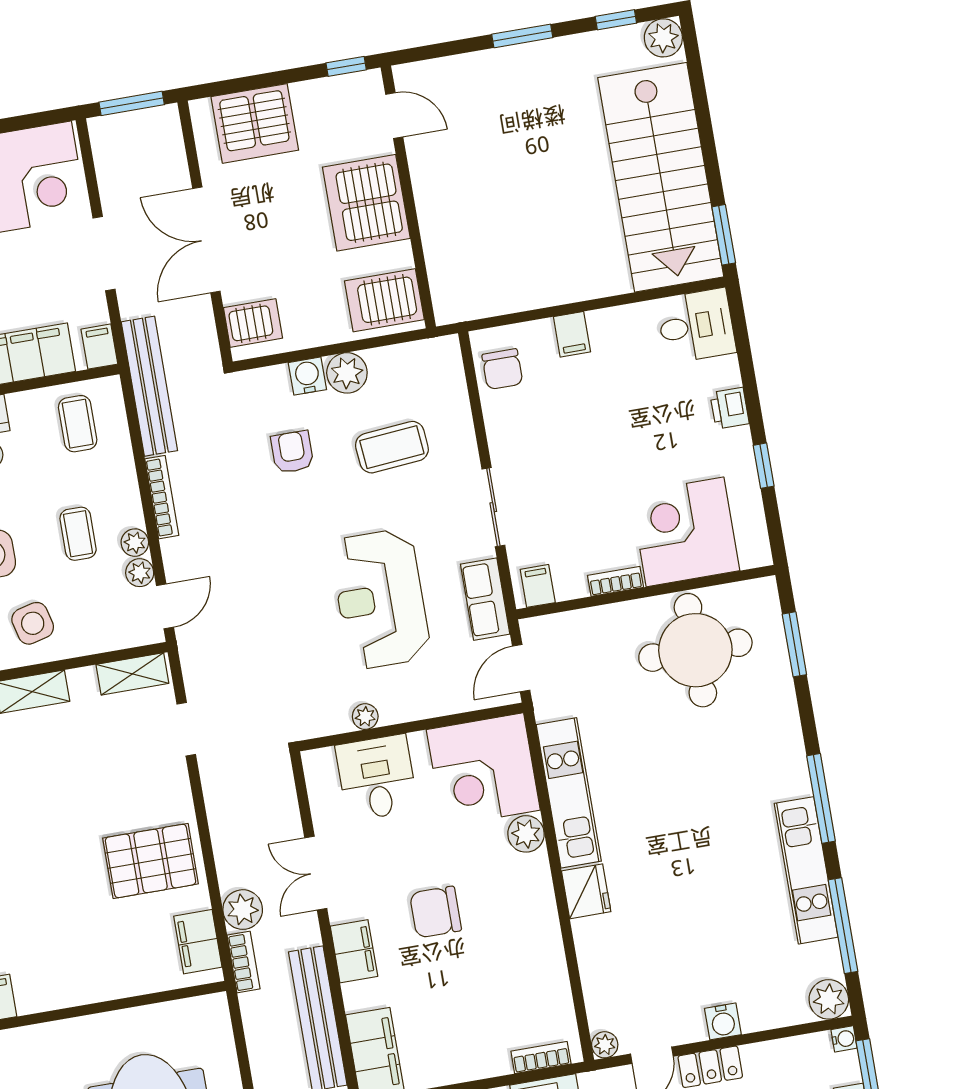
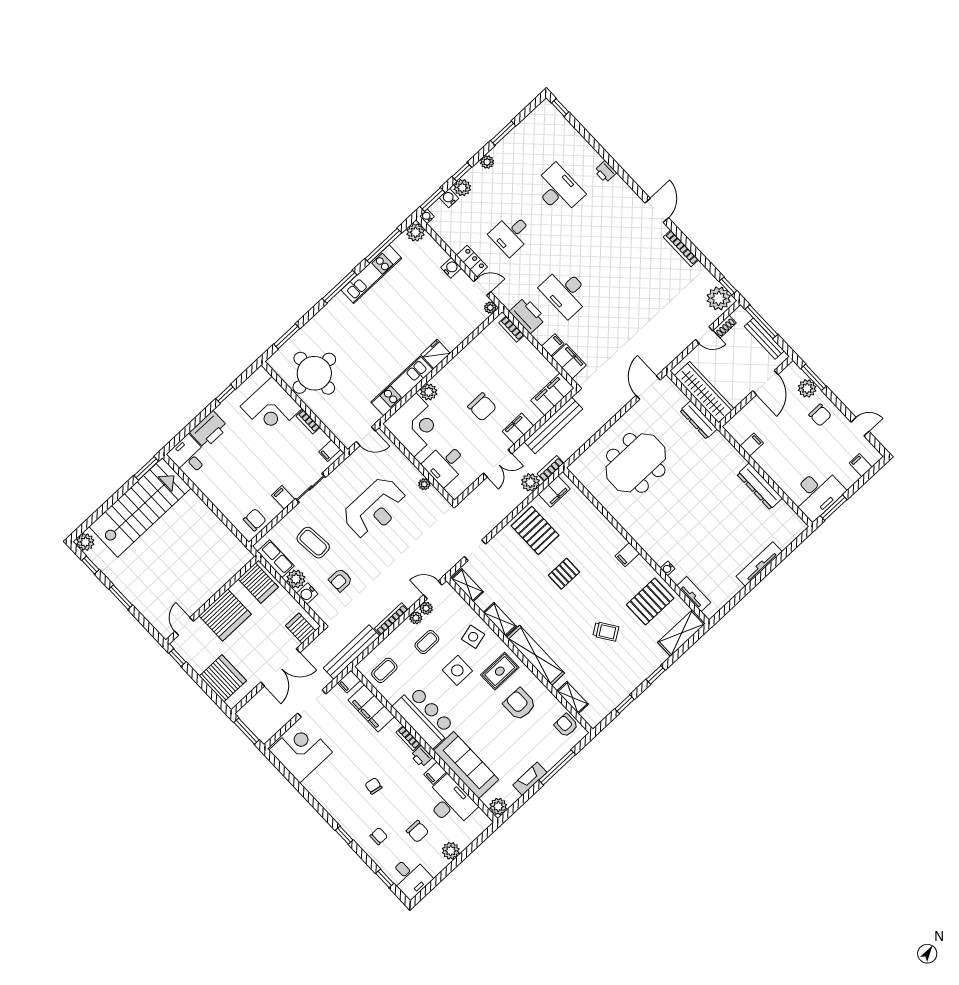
filing cabinet: (572, 334) -> (283, 497), moved, turned -90
printer: (730, 408) -> (209, 430), width x1.87, depth x1.48
row of seats: (485, 599) -> (276, 559), moved, turned -90
pallet: (38, 862) -> (564, 574), added

